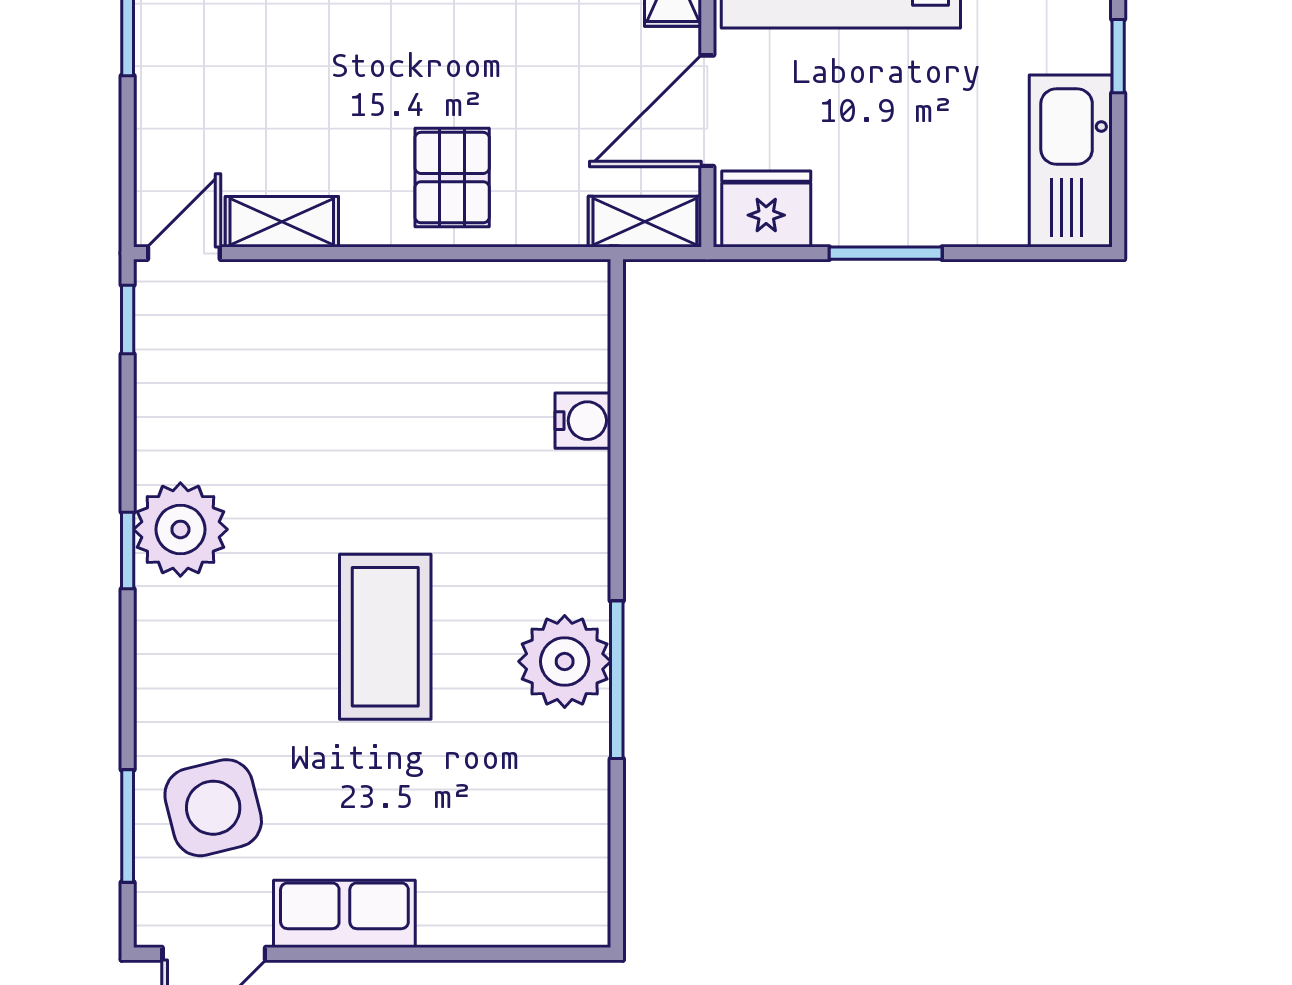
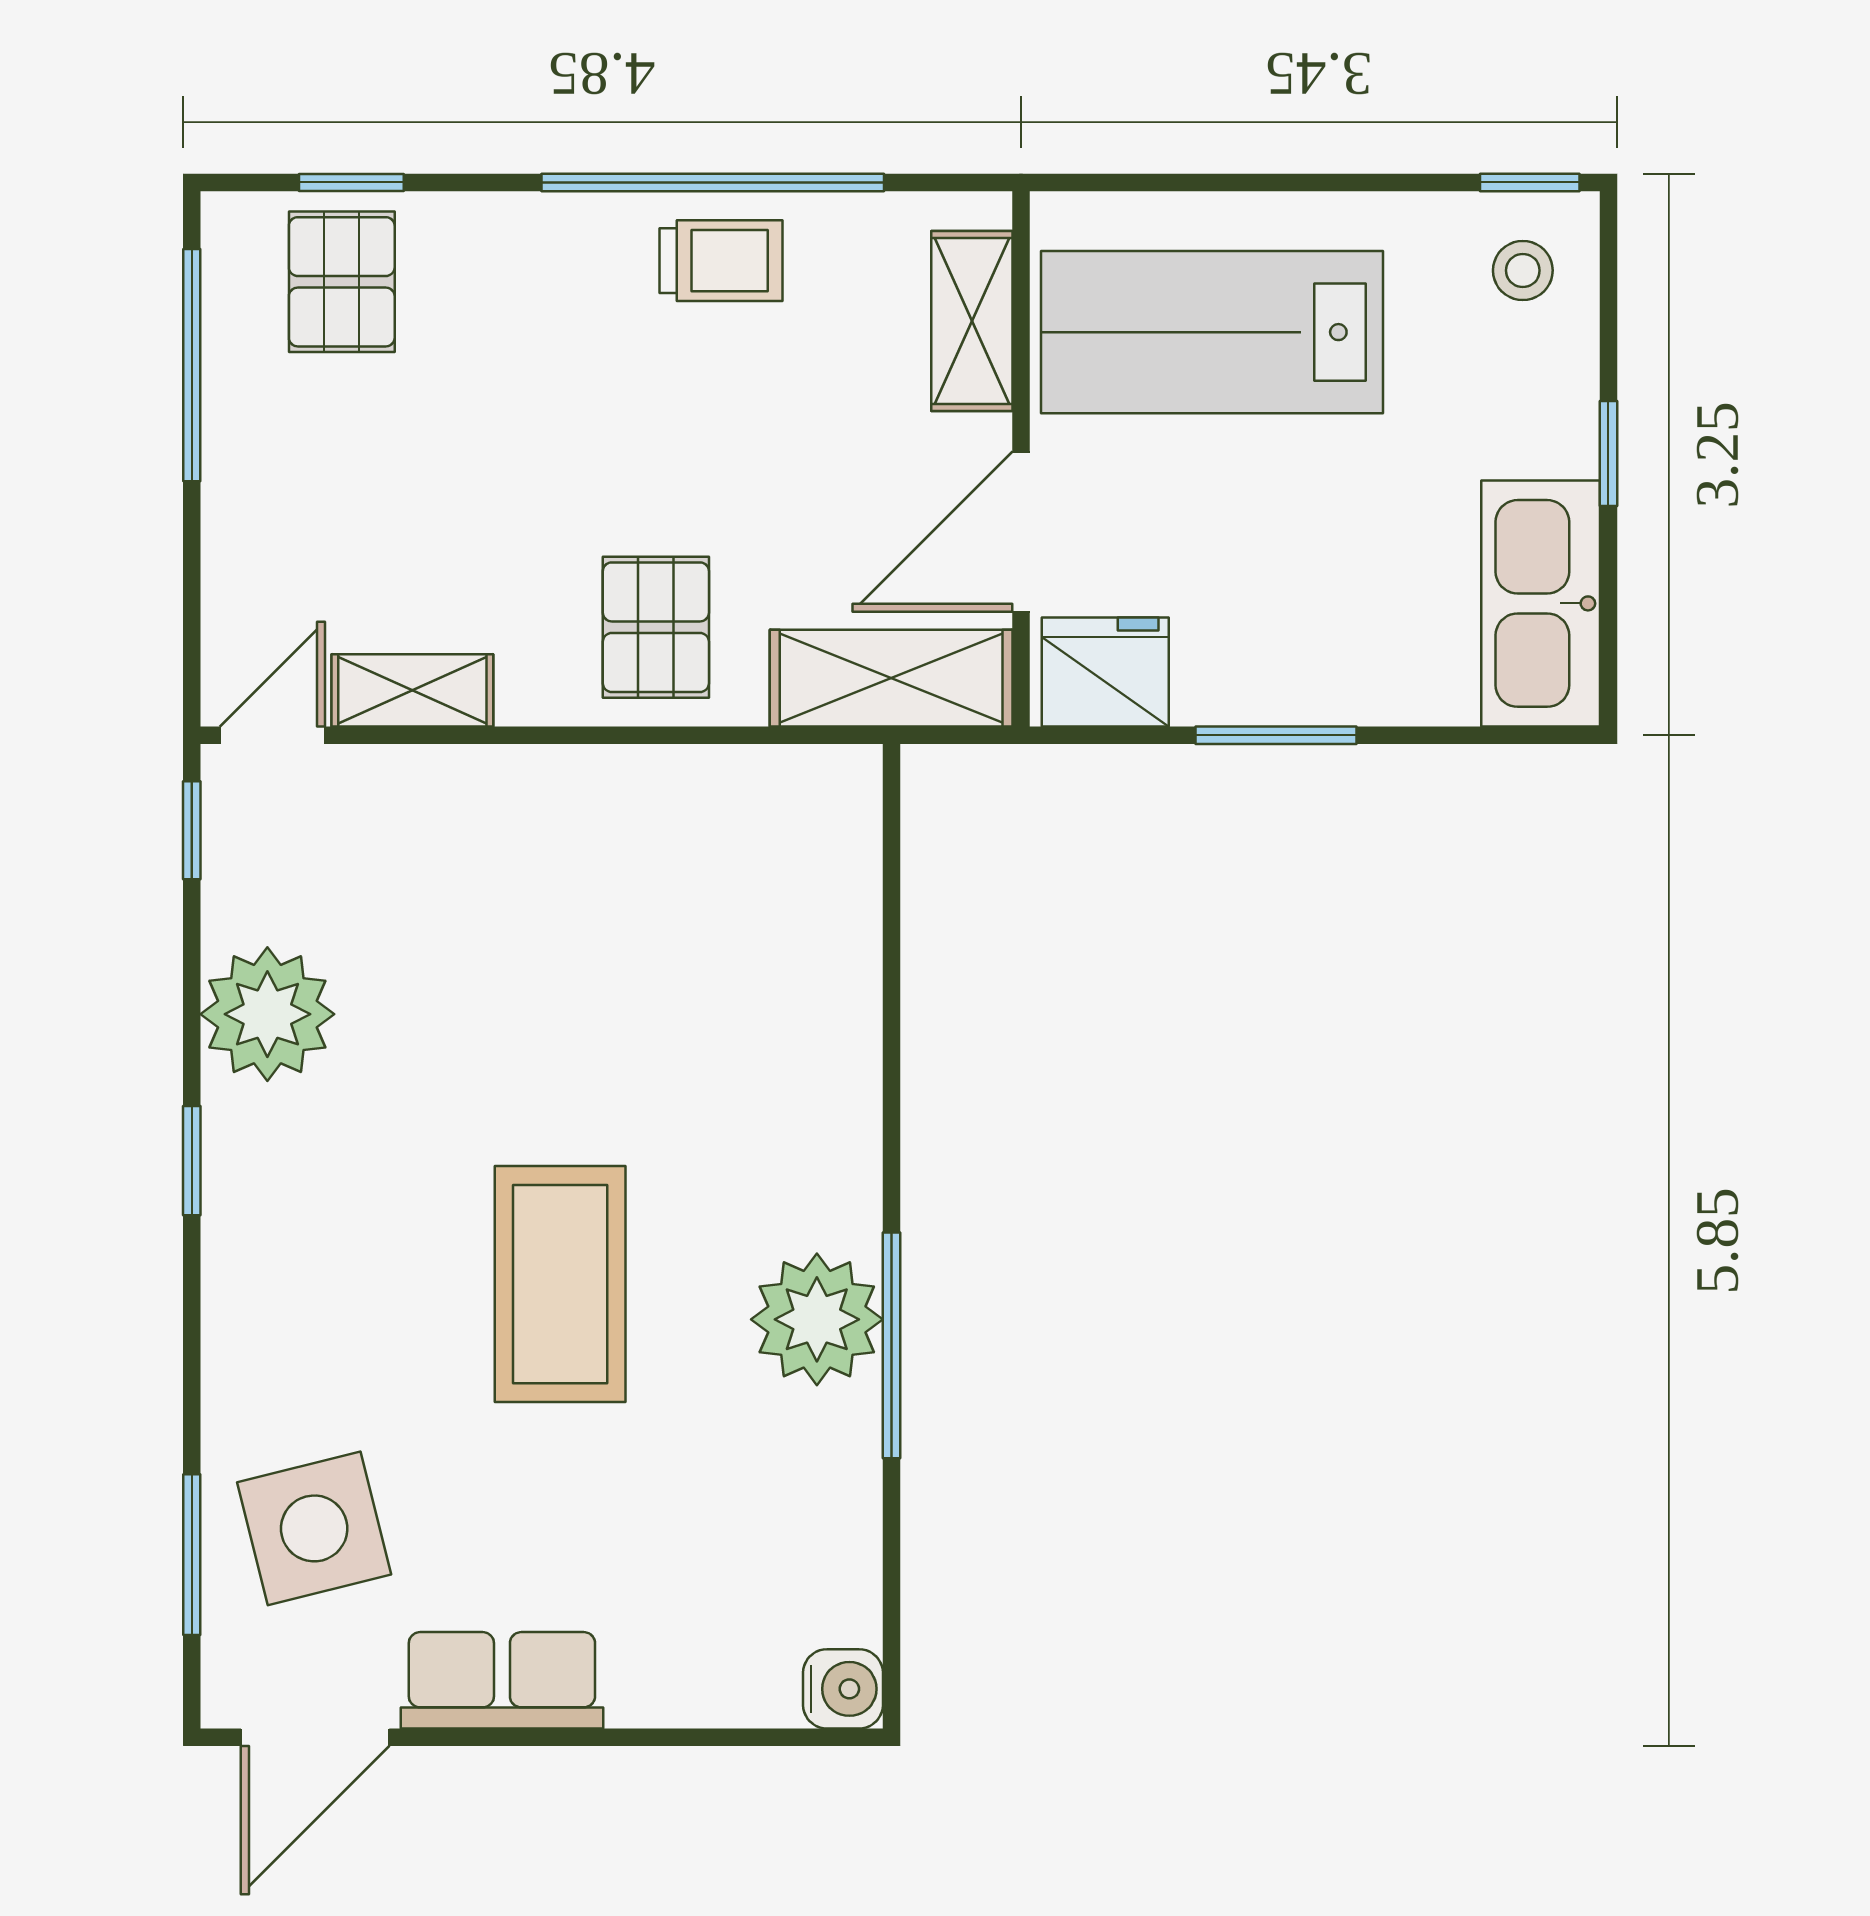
shelving: (645, 222) -> (891, 678), width x1.50, depth x1.33
water cooler: (583, 421) -> (843, 1689), moved
plant: (180, 529) -> (267, 1014), moved

